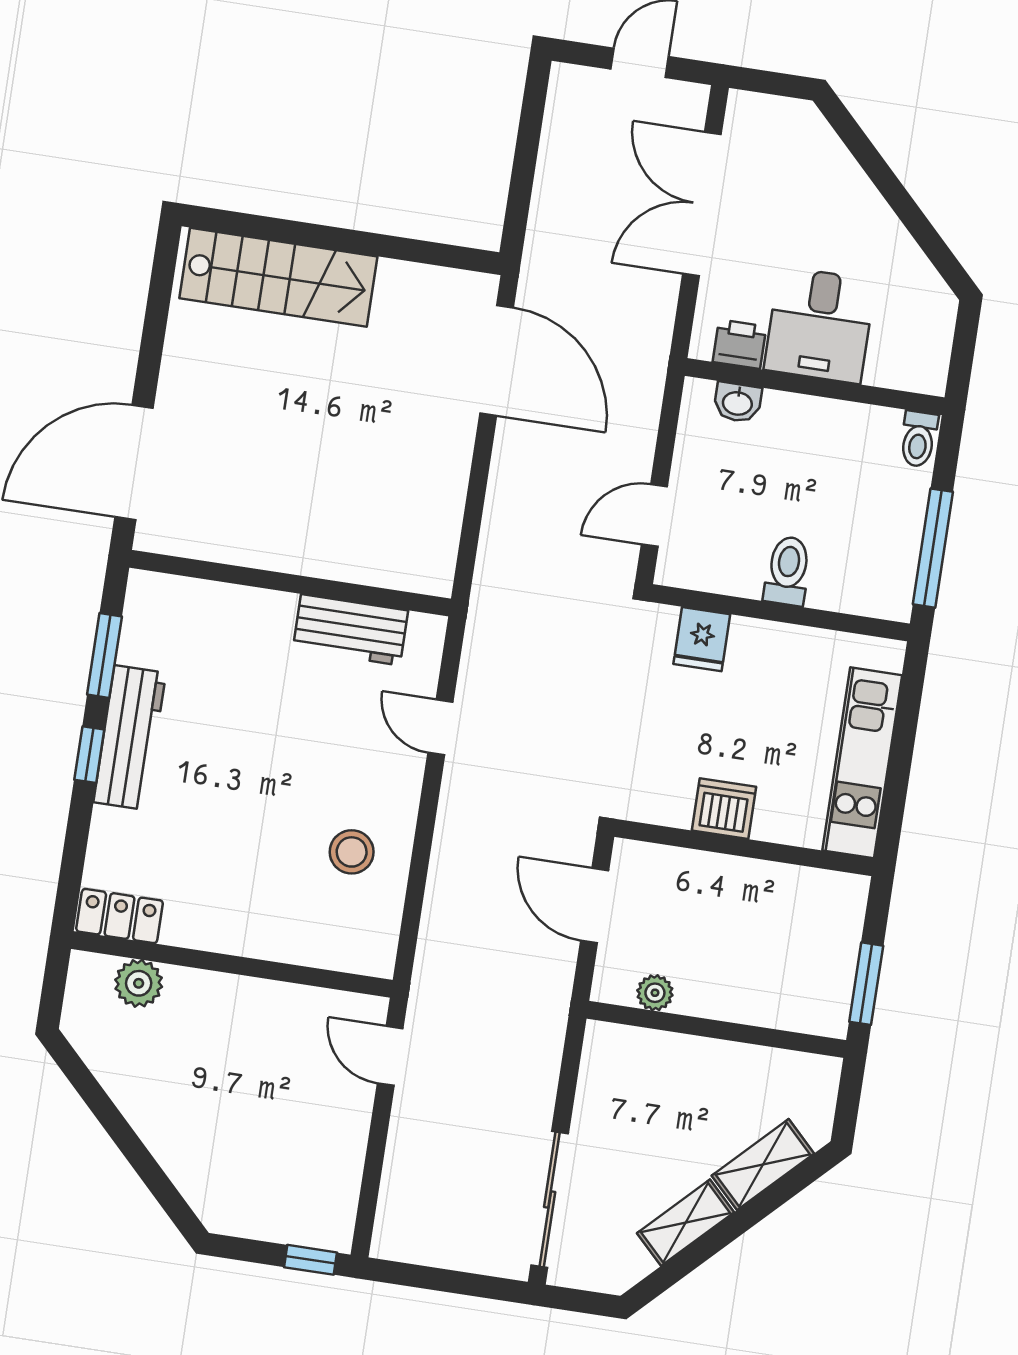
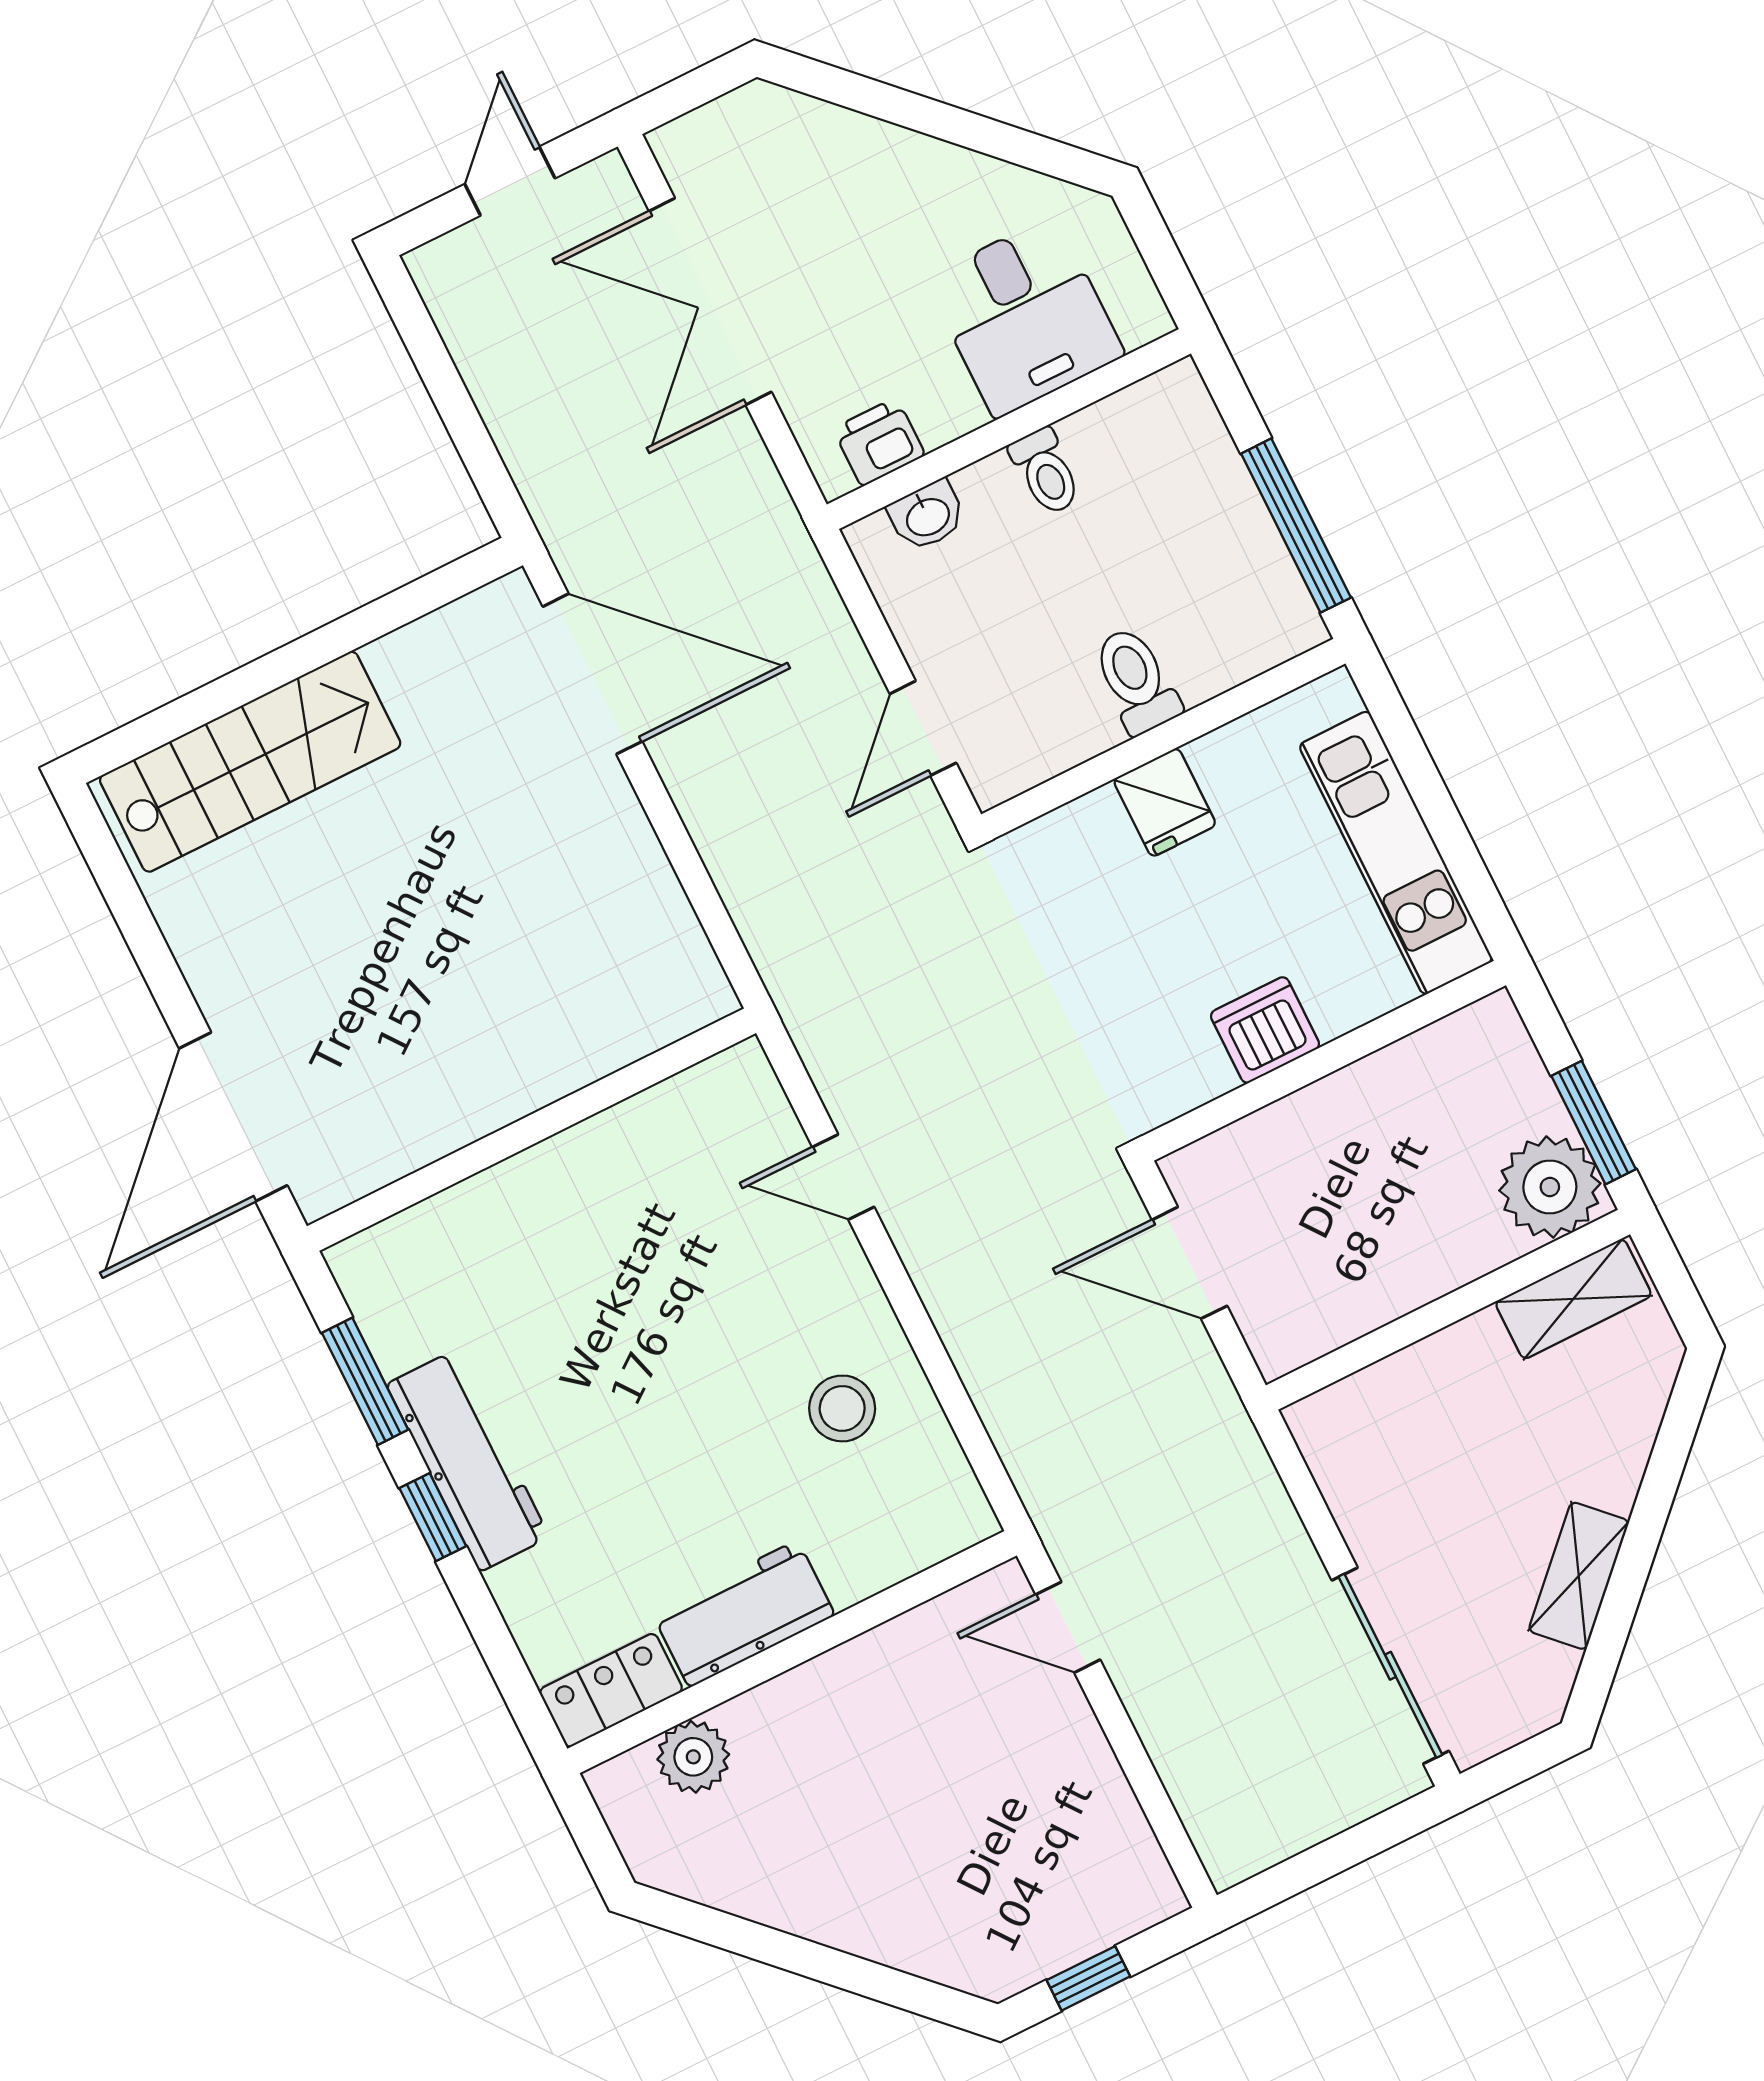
desk: (820, 325) -> (1025, 317), moved
toilet: (919, 439) -> (1046, 472), moved
workbench: (350, 630) -> (743, 1614), moved, turned 180
fridge: (702, 639) -> (1165, 802), moved
plant: (655, 993) -> (1550, 1187), moved, width x1.87, depth x1.87
shelving: (763, 1165) -> (1573, 1299), moved, turned 45
window: (310, 1260) -> (1088, 1978), moved

